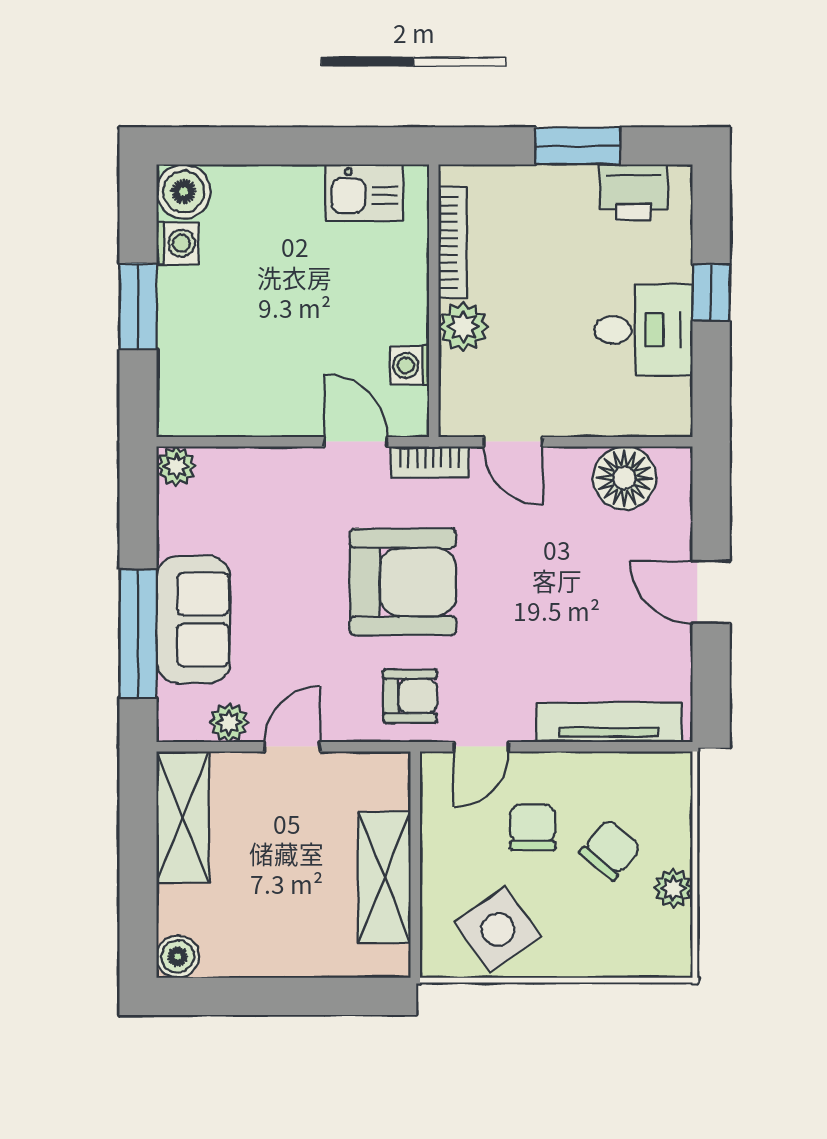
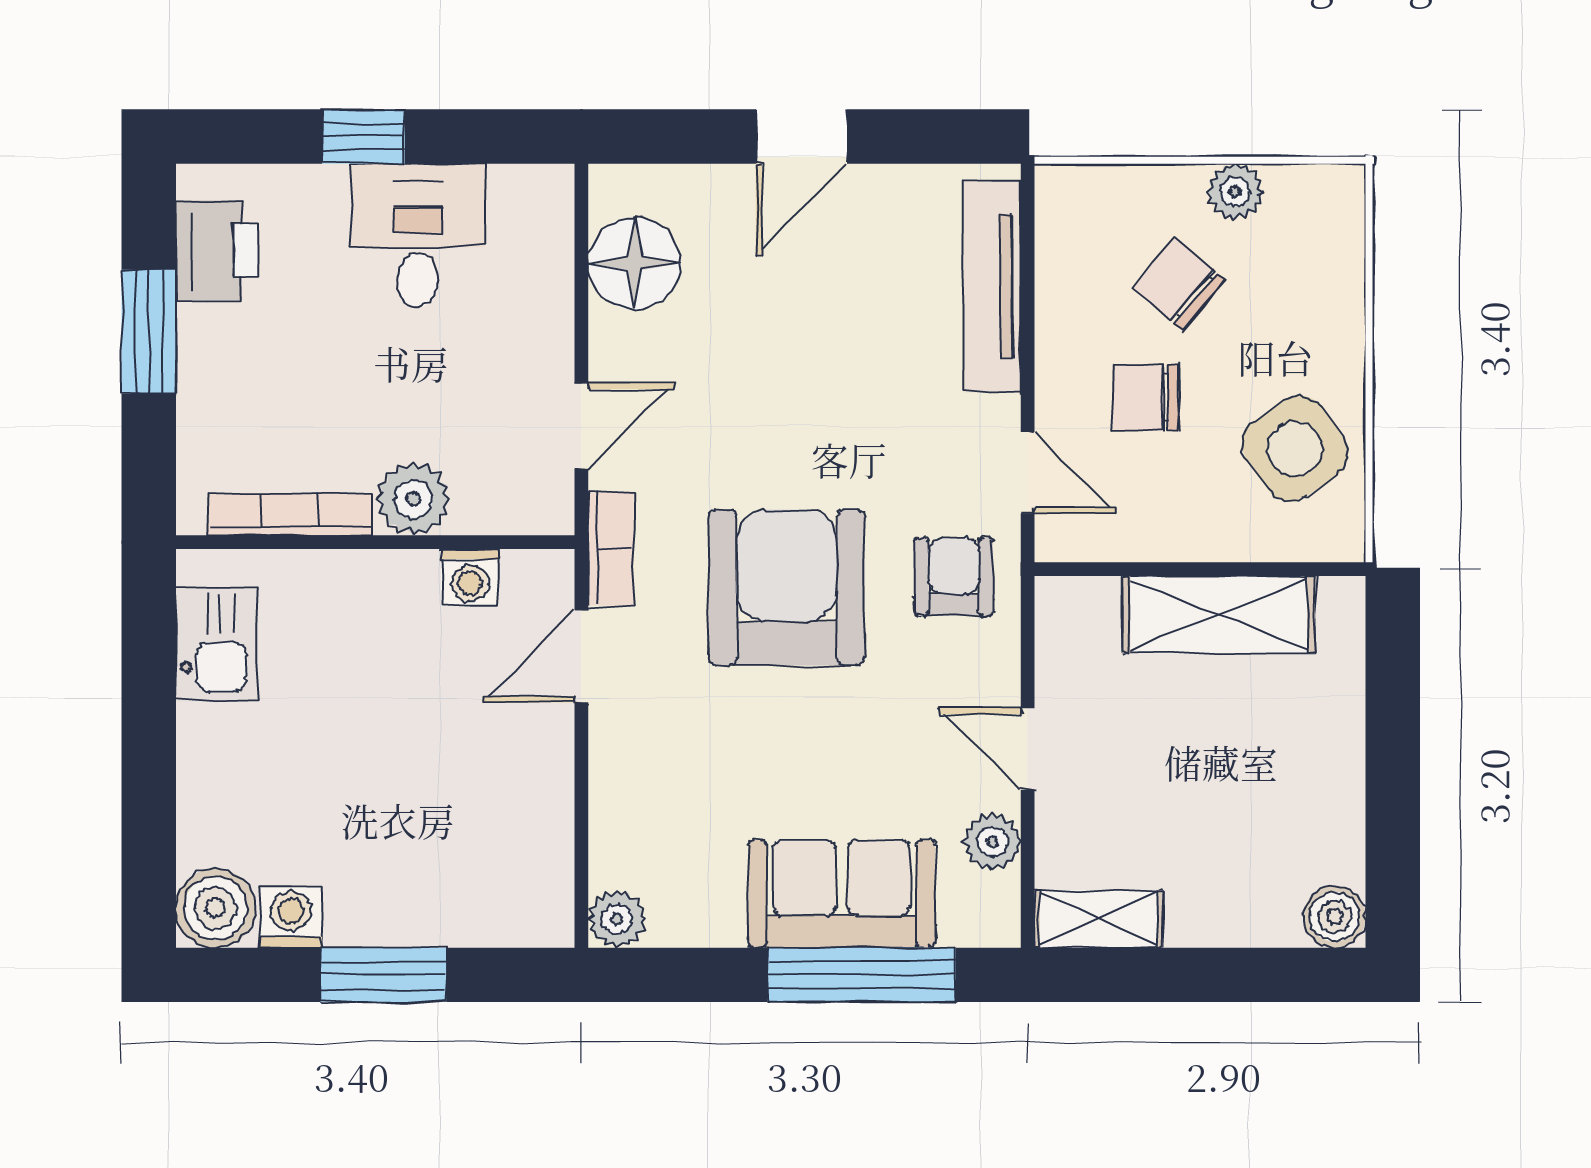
shelving: (183, 817) -> (1098, 919), width x0.67, depth x0.75

